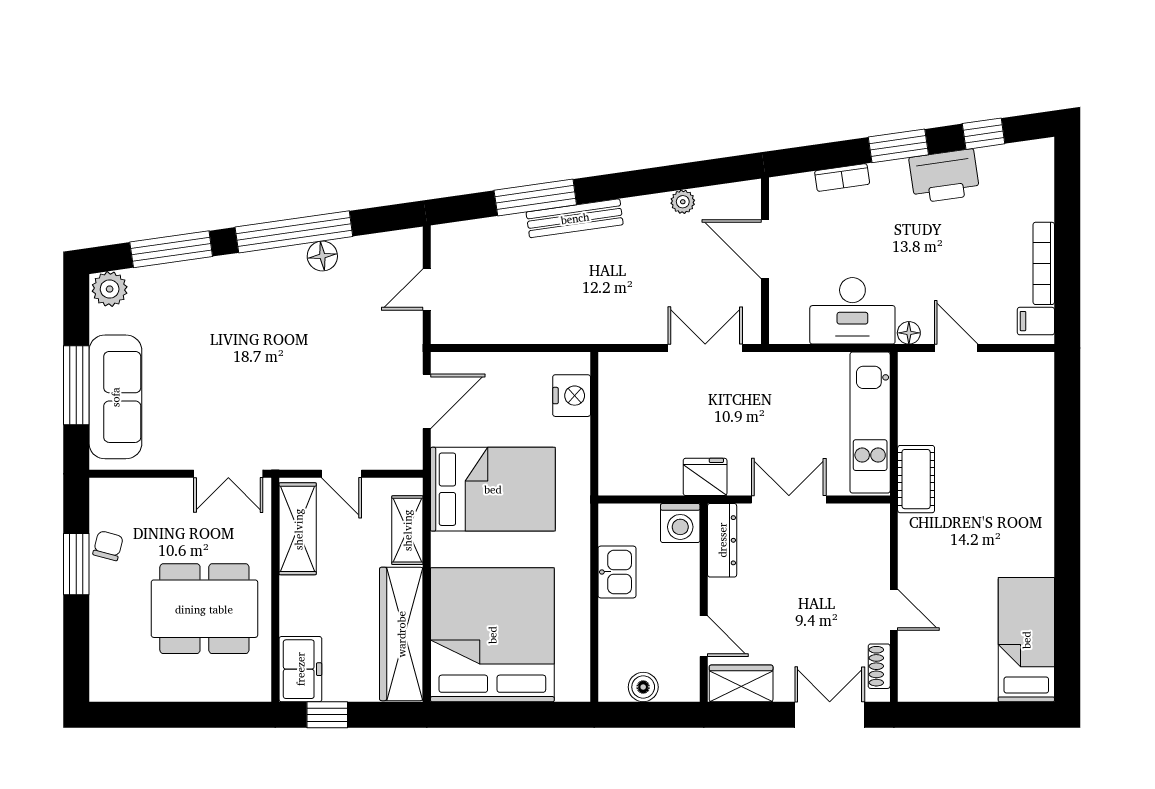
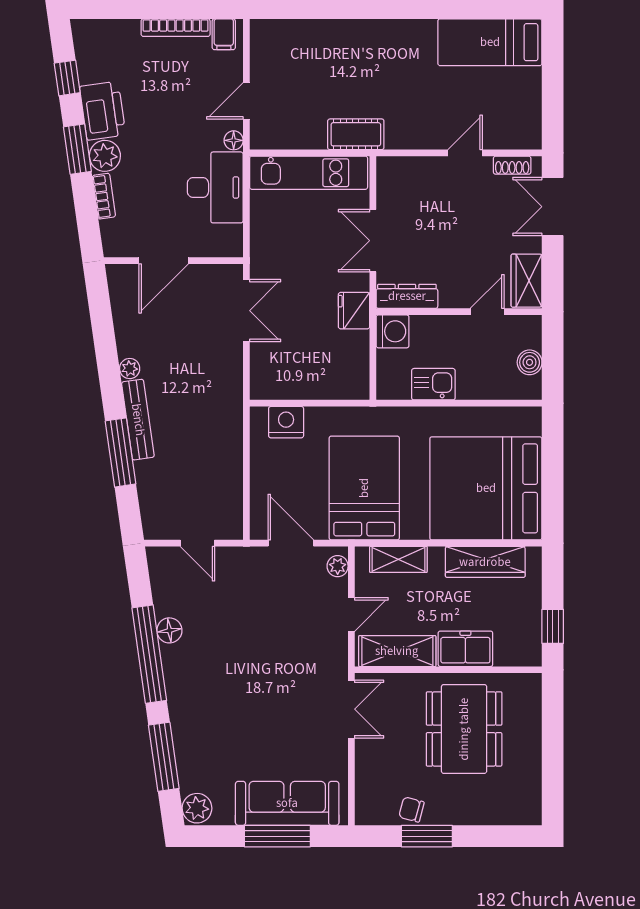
plant: (890, 179) -> (105, 156), added
plant: (683, 202) -> (130, 369), moved
double door: (705, 348) -> (246, 311), swing flipped
plant: (399, 457) -> (338, 566), added
wardrobe: (401, 634) -> (485, 562), width x0.71, depth x0.85
freezer: (300, 669) -> (465, 649), moved

